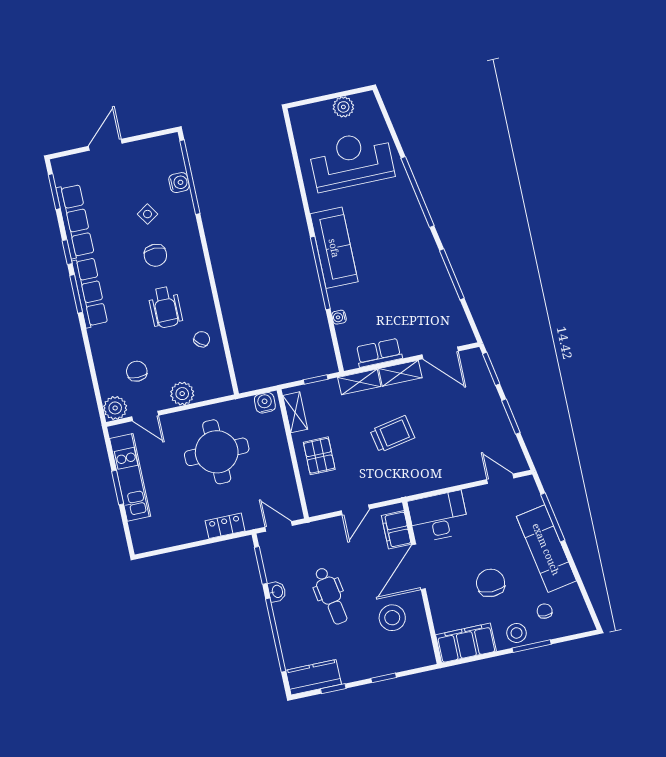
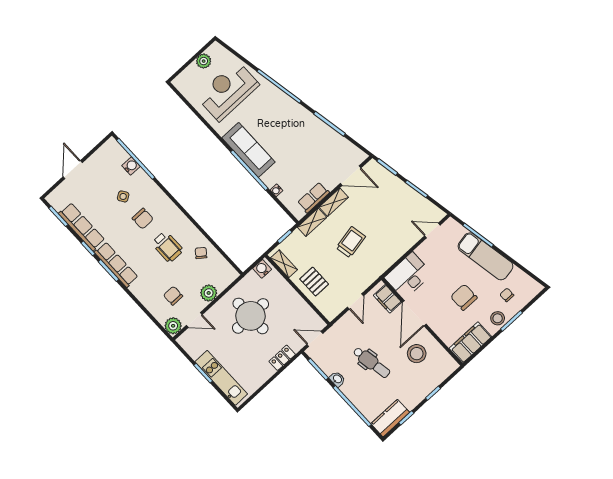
kitchen unit: (130, 477) -> (221, 378), moved

